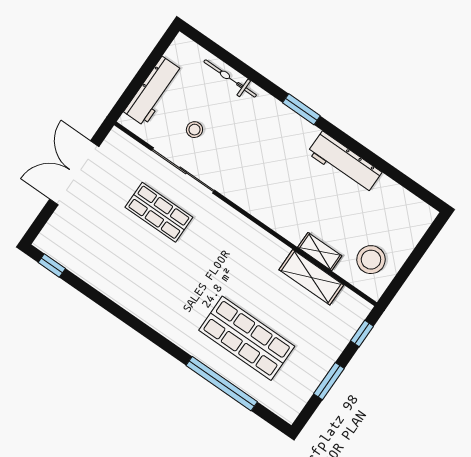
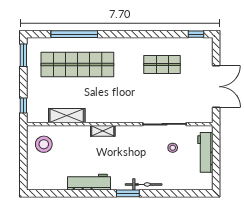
bicycle: (230, 78) -> (144, 184), moved
shop shelf: (159, 212) -> (162, 64), moved
shelving: (320, 252) -> (103, 131), moved
shop shelf: (247, 338) -> (77, 64), width x1.40
window: (329, 381) -> (23, 55), moved

